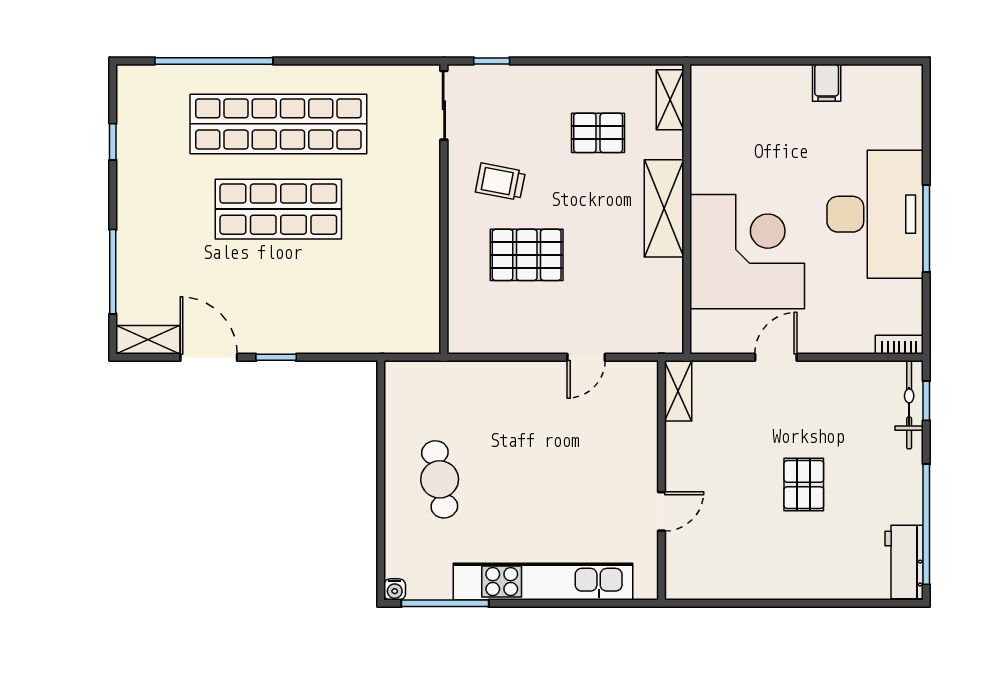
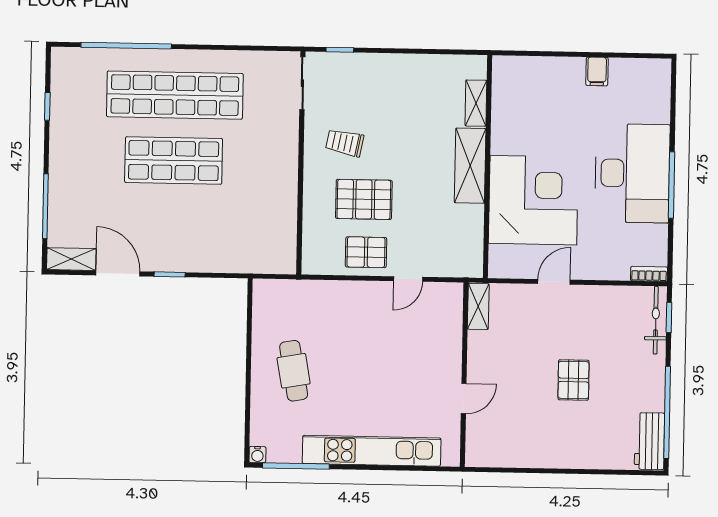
shelving: (670, 100) -> (476, 103), moved
pallet: (598, 133) -> (366, 252), moved

